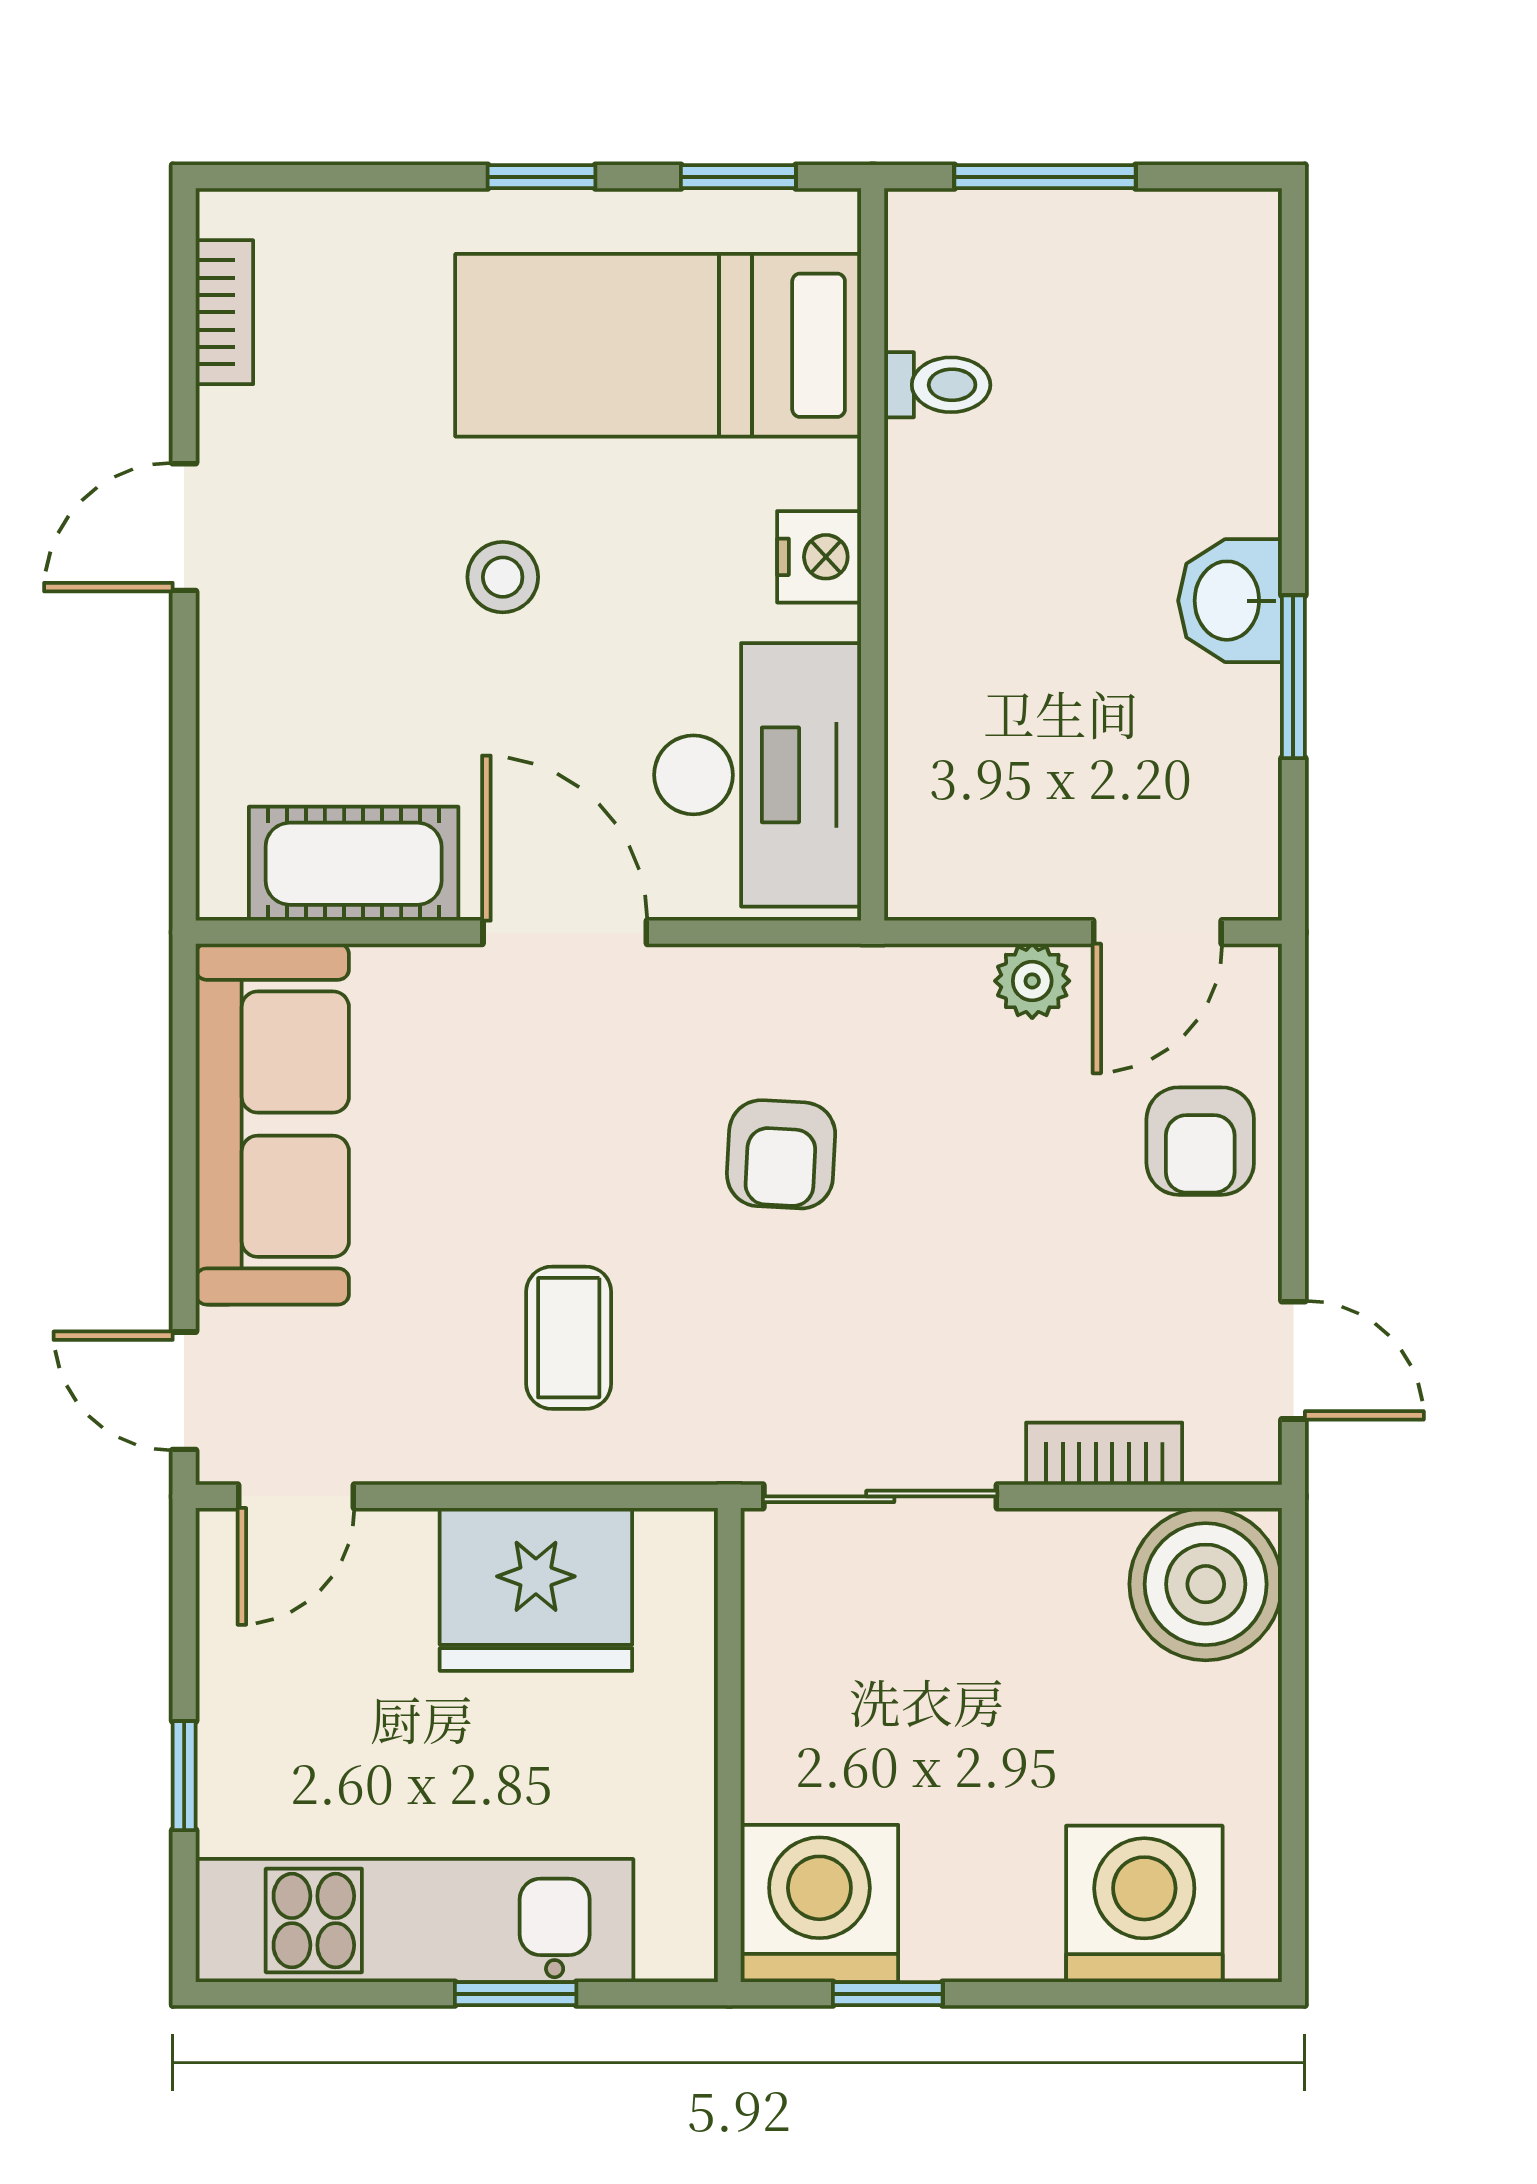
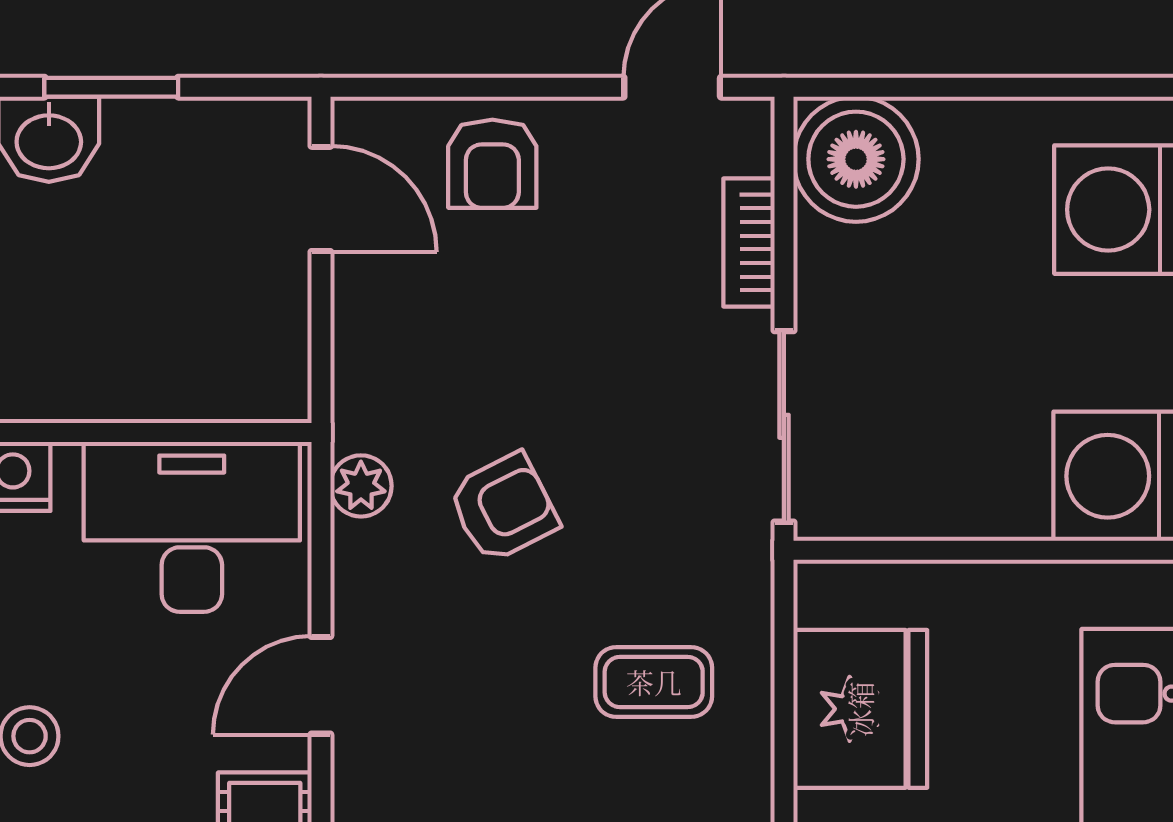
door: (565, 932) -> (321, 685), width x0.73
plant: (1032, 981) -> (361, 486), moved
armchair: (1200, 1141) -> (492, 164), turned 90
armchair: (781, 1154) -> (503, 508), turned -30

